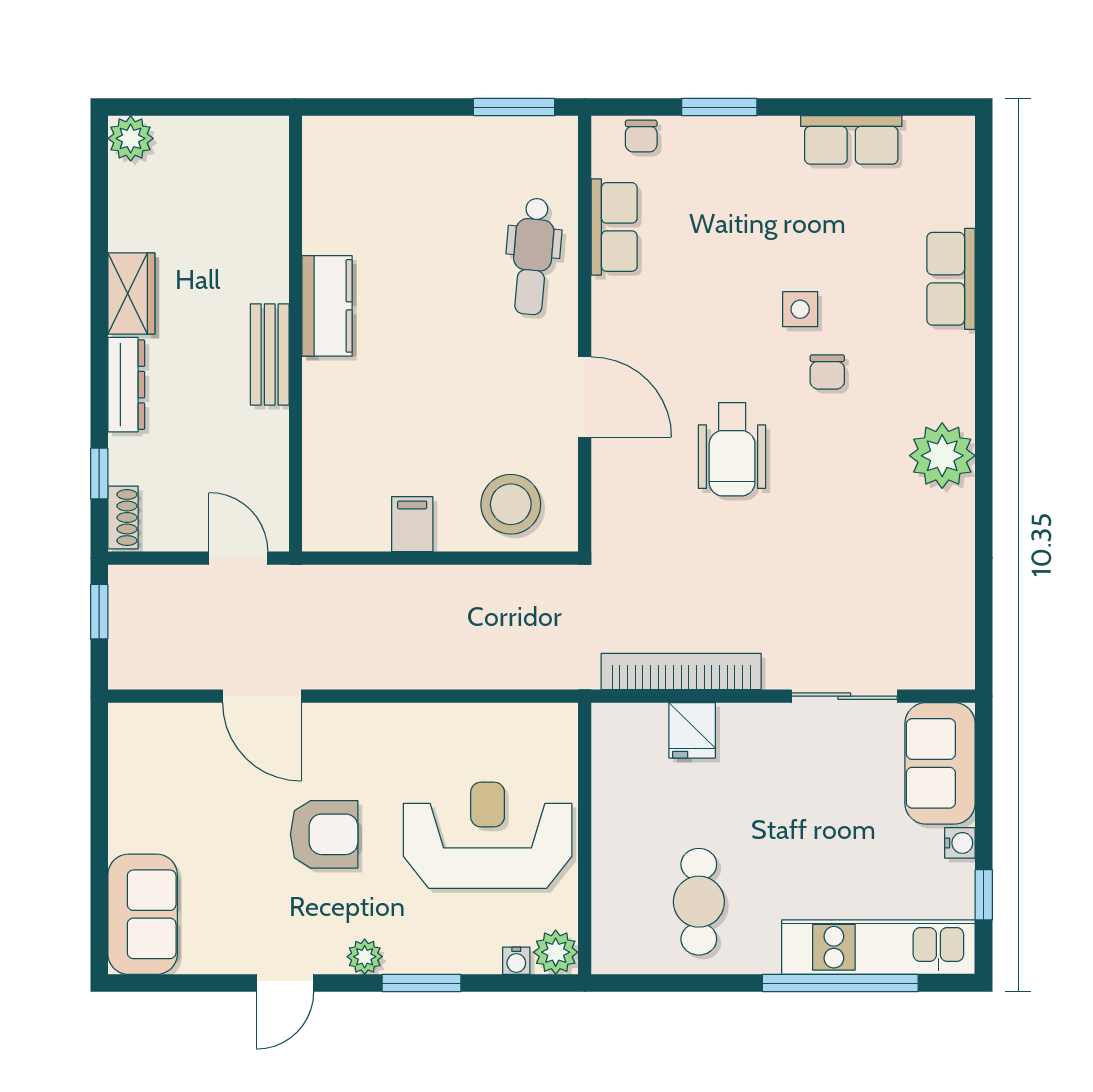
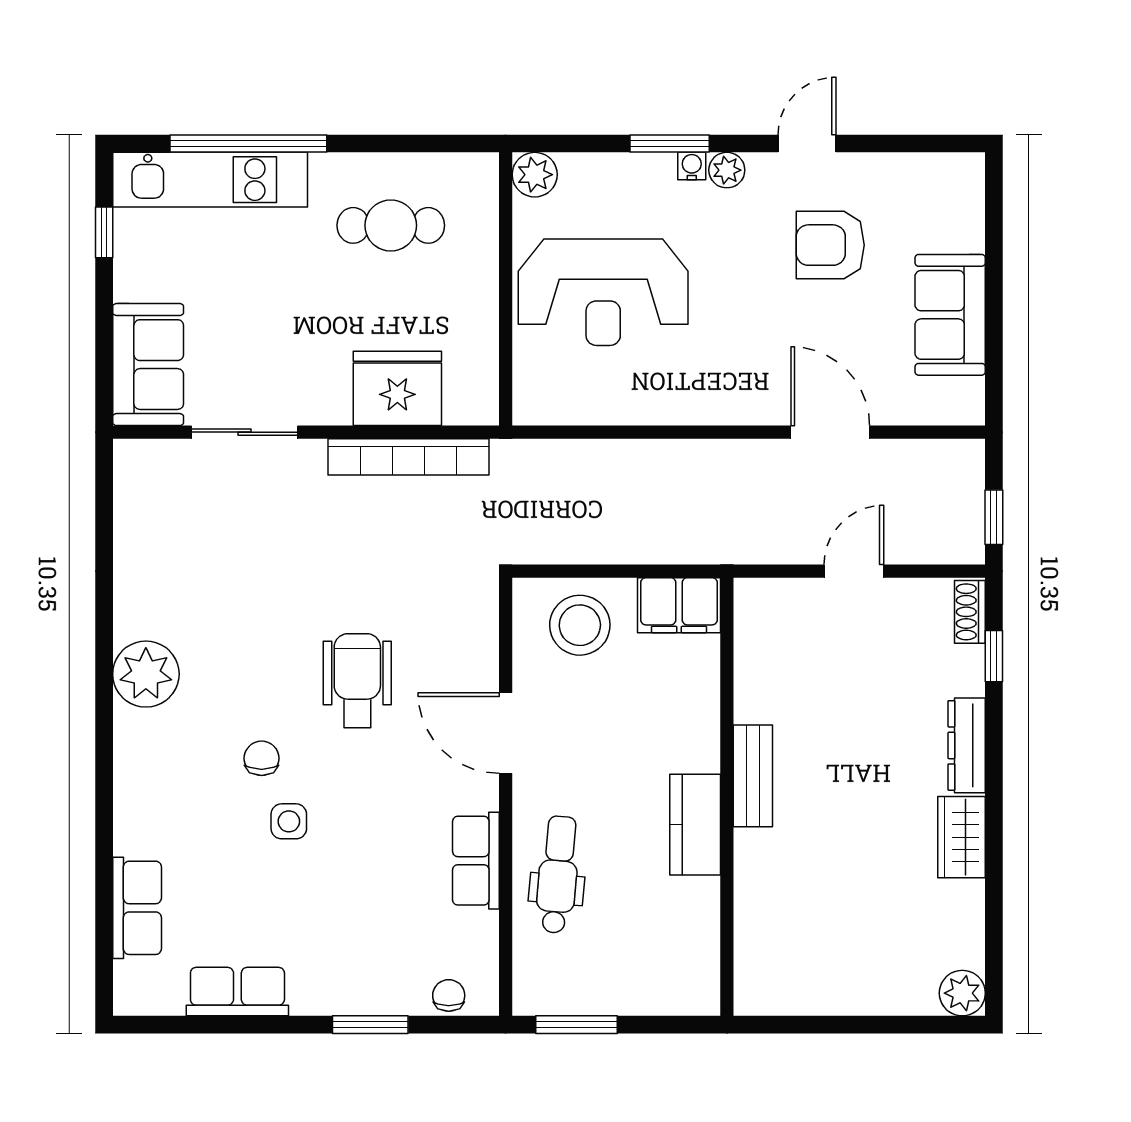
row of seats: (614, 227) -> (476, 861), moved
row of seats: (951, 279) -> (137, 908), moved
kitchen counter: (327, 306) -> (695, 825), moved
wall: (296, 334) -> (727, 797), moved
bench: (270, 354) -> (753, 776), moved
filing cabinet: (412, 524) -> (679, 605), width x2.00
door: (238, 558) -> (854, 571), swing flipped
fridge: (692, 730) -> (397, 388), width x1.88, depth x1.34
armchair: (324, 834) -> (830, 245), moved
water cooler: (960, 843) -> (128, 285), removed
cafe table: (699, 902) -> (391, 225), turned 90
sofa: (143, 914) -> (950, 315), moved
water cooler: (516, 961) -> (692, 166), moved

